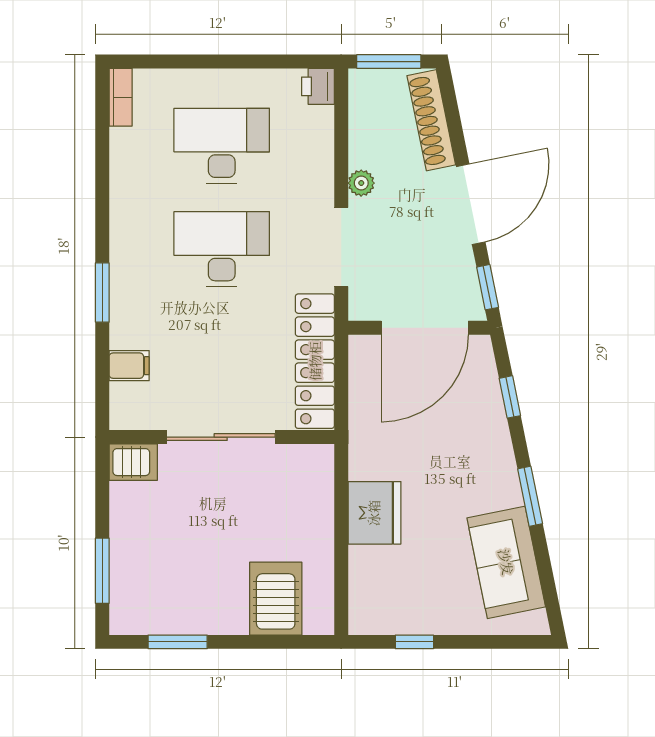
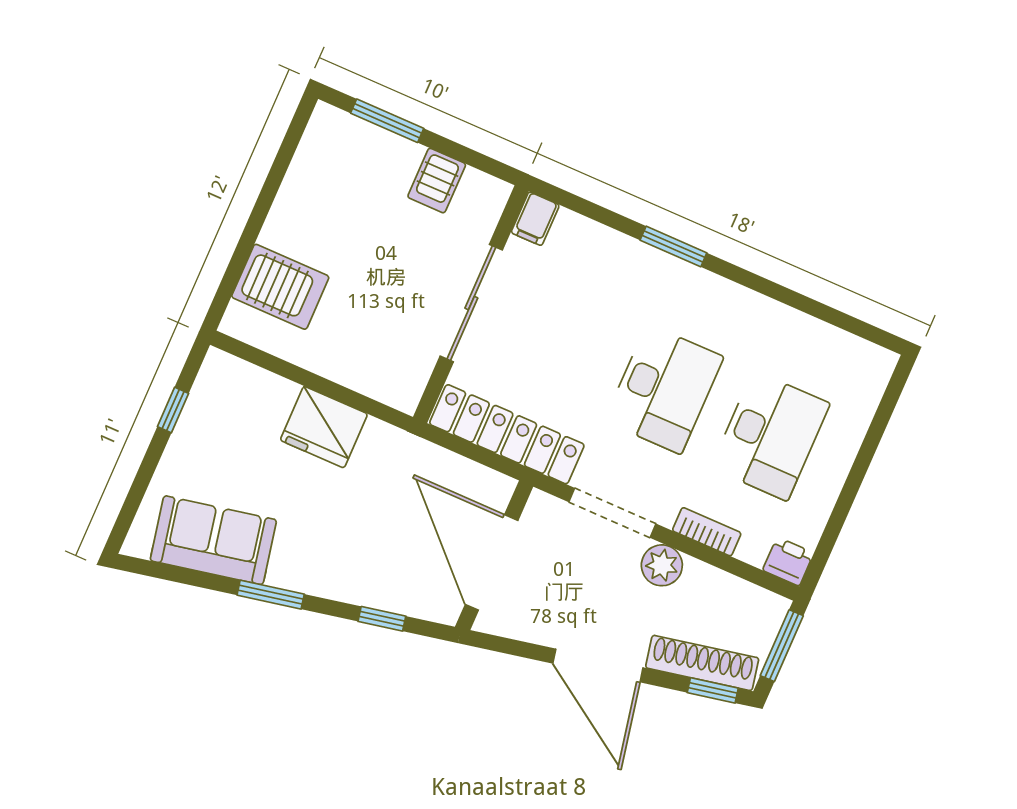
bookcase: (121, 97) -> (707, 532), moved, turned 180
plant: (361, 183) -> (662, 565), width x1.38, depth x1.38
window: (488, 287) -> (713, 690), moved
filing cabinet: (129, 366) -> (535, 219), moved
server rack: (133, 462) -> (437, 181), moved
window: (178, 642) -> (280, 166), removed

